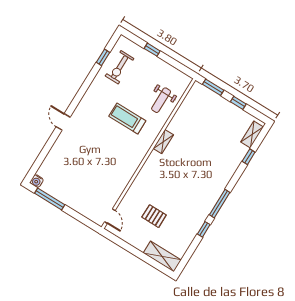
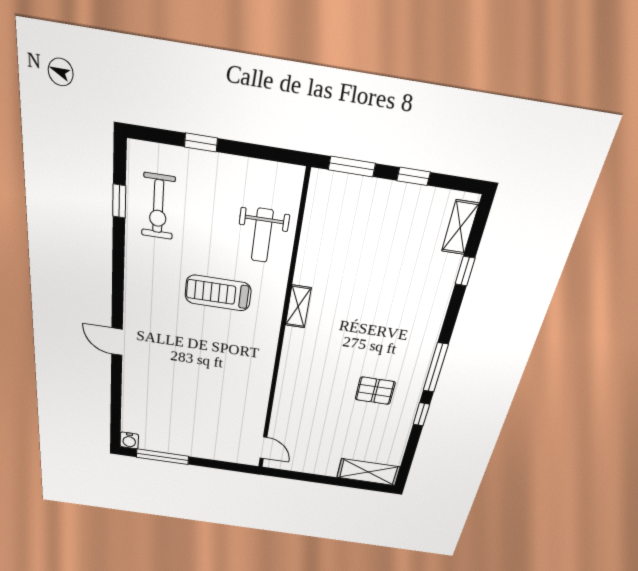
pallet: (154, 216) -> (375, 391), moved

